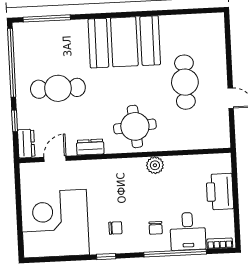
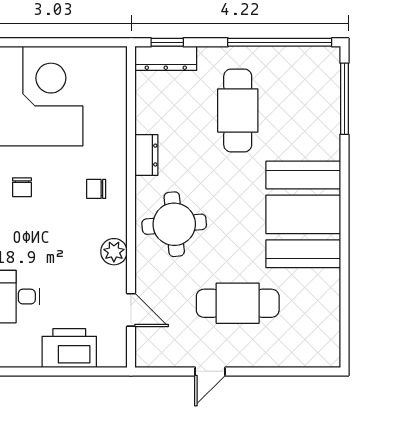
window: (15, 121) -> (167, 42), moved
dresser: (26, 144) -> (166, 58), width x1.44
door: (55, 159) -> (131, 310), moved
chair: (156, 228) -> (96, 189), moved

